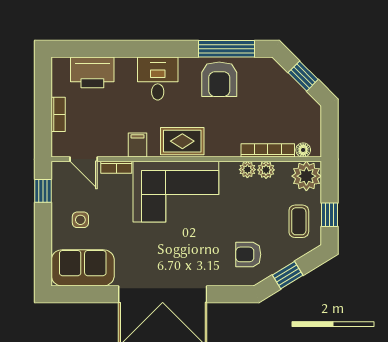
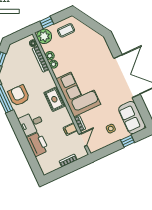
printer: (92, 72) -> (38, 144), moved
armchair: (219, 79) -> (19, 96), turned -90
filing cabinet: (138, 145) -> (70, 129), moved
window: (43, 191) -> (128, 141), moved
window: (329, 215) -> (47, 23), moved
armchair: (248, 254) -> (91, 46), removed
window: (288, 275) -> (92, 24), removed

